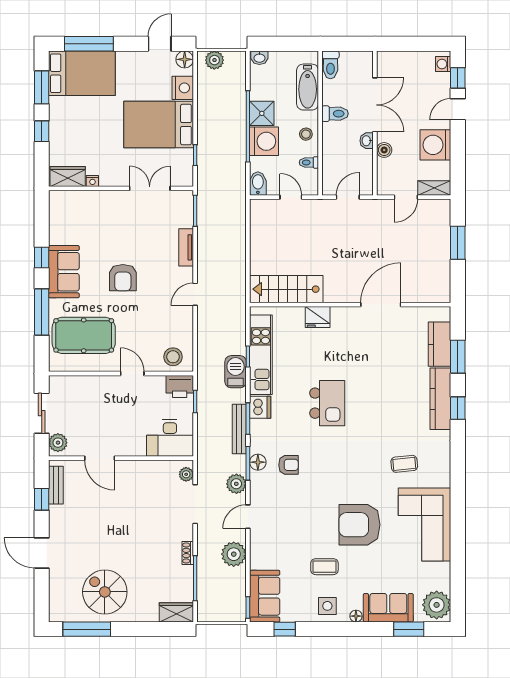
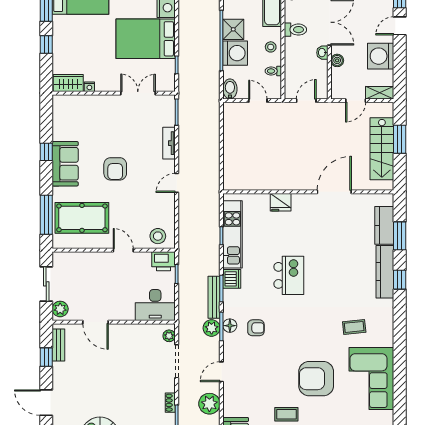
stairs: (286, 289) -> (382, 149), moved, turned -90
window: (42, 312) -> (46, 215), moved
barbecue: (236, 372) -> (211, 249), removed
plant: (236, 484) -> (212, 328), moved

